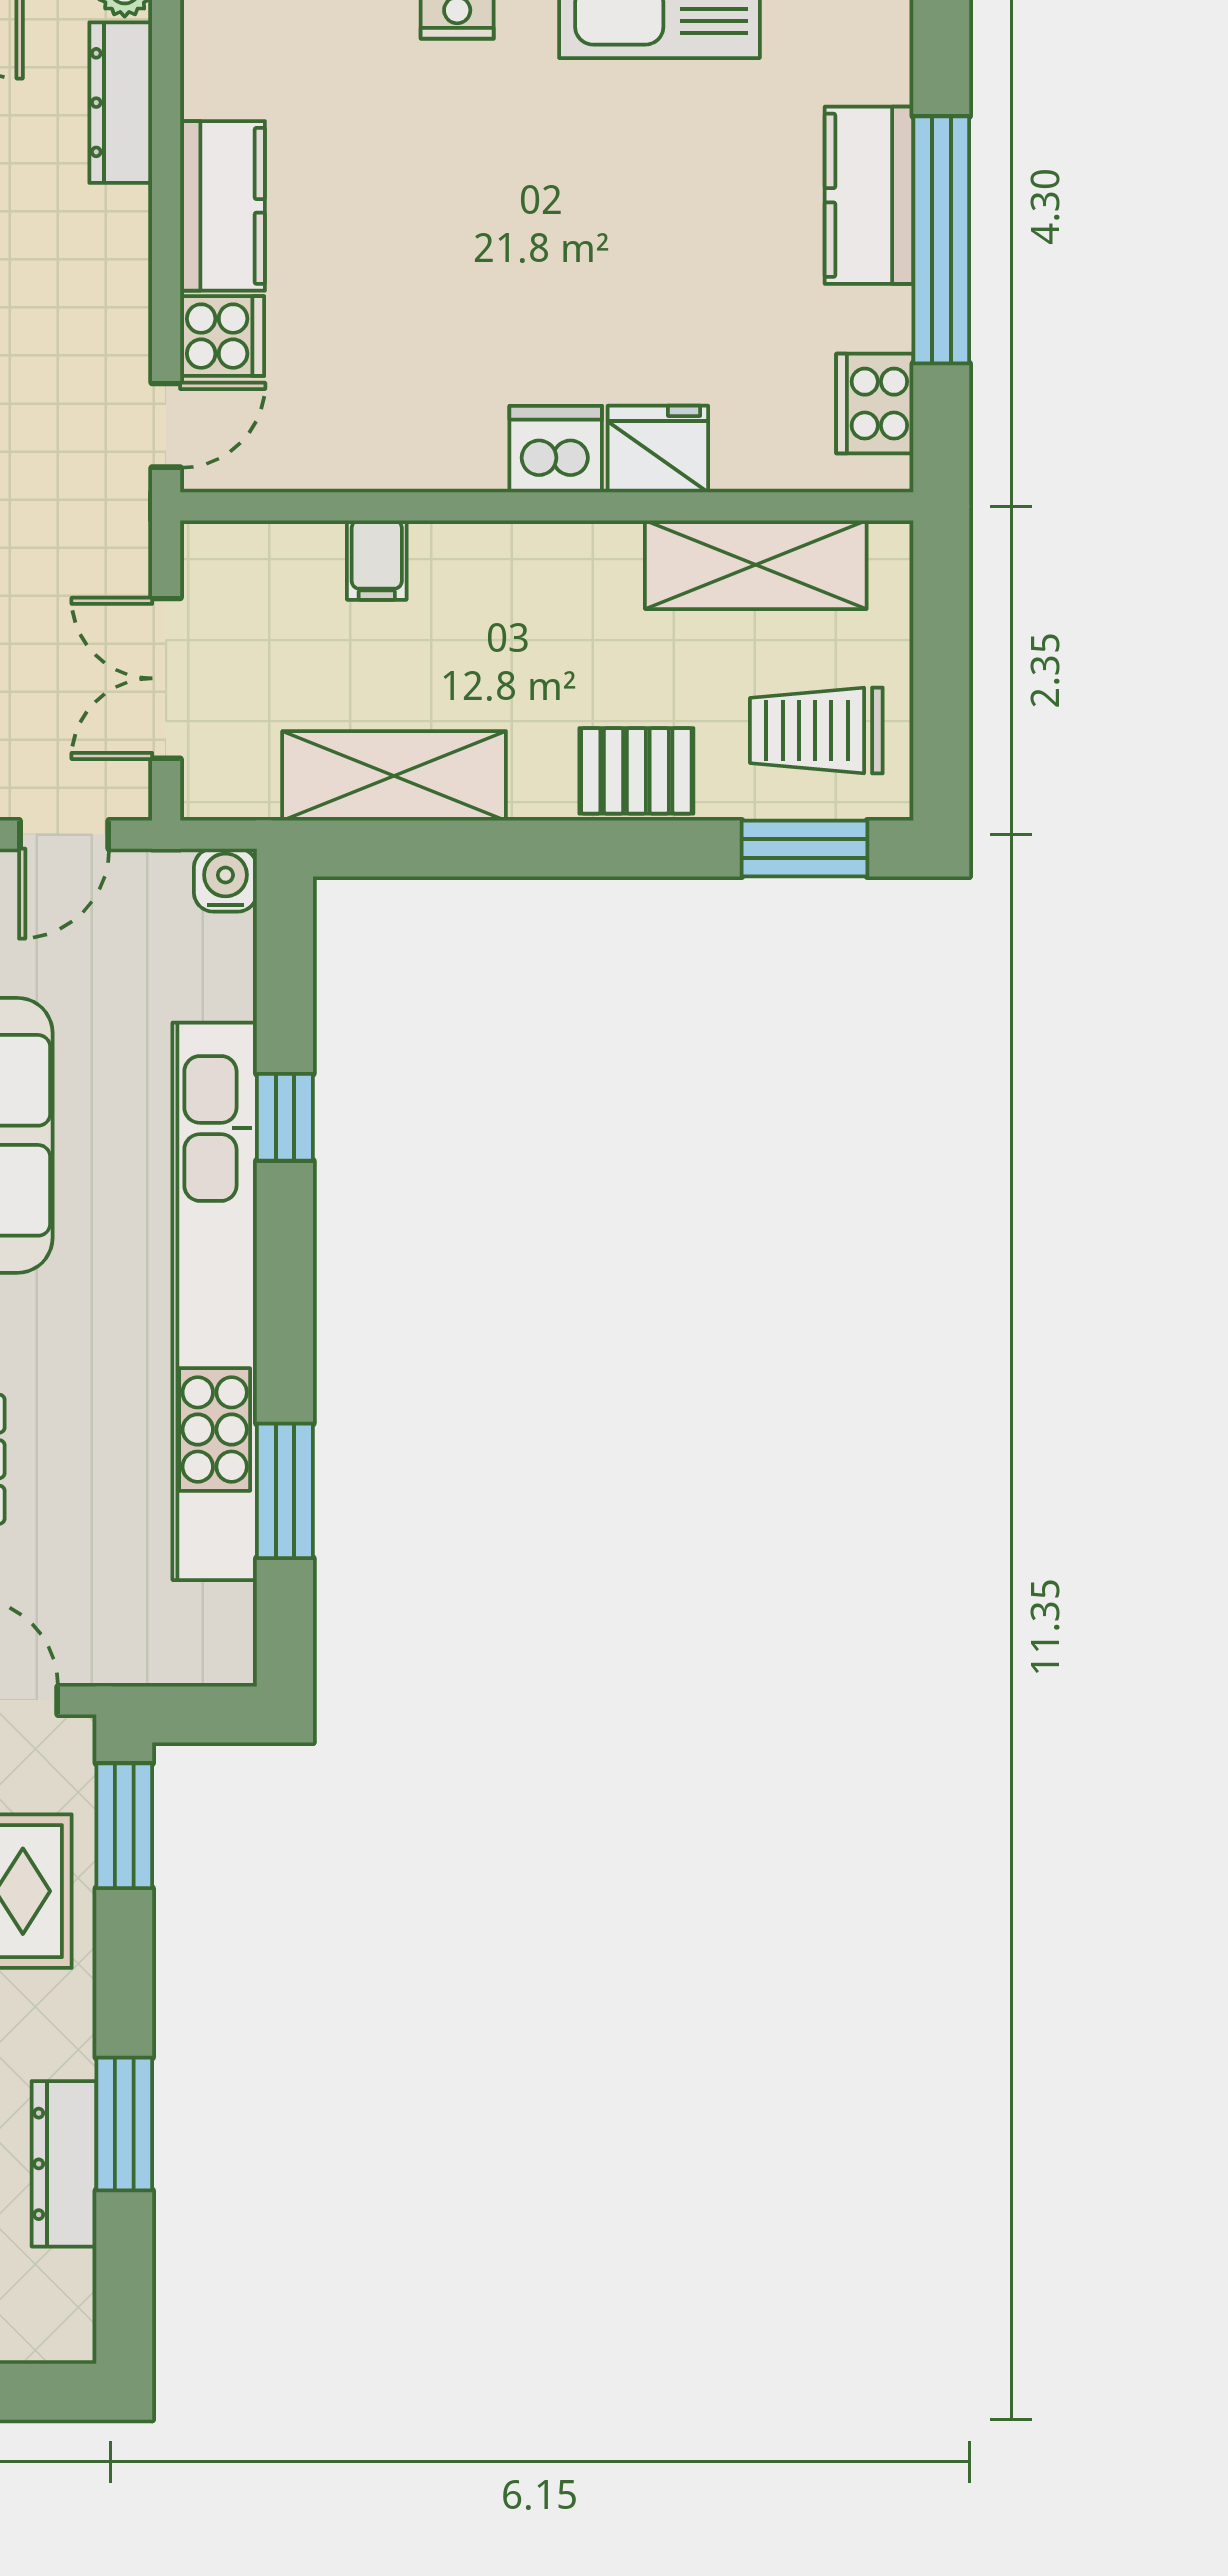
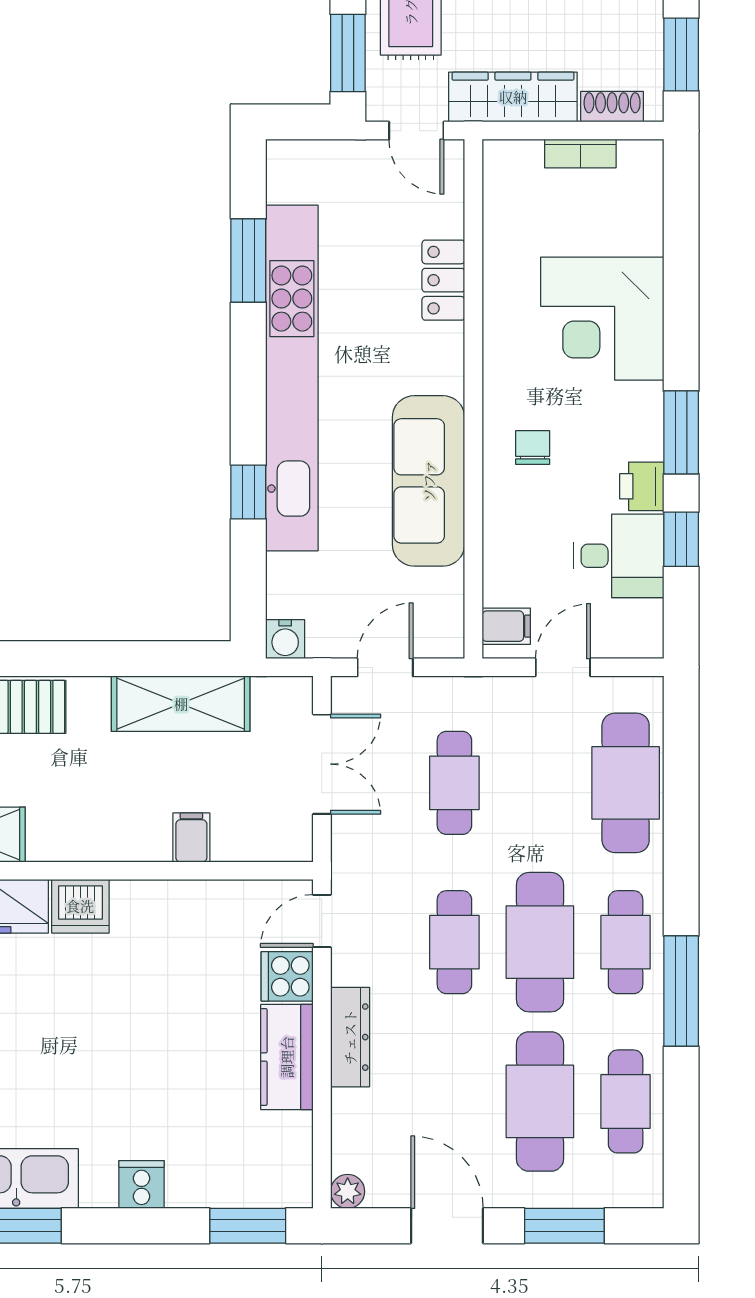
dresser: (121, 103) -> (350, 1037), moved

